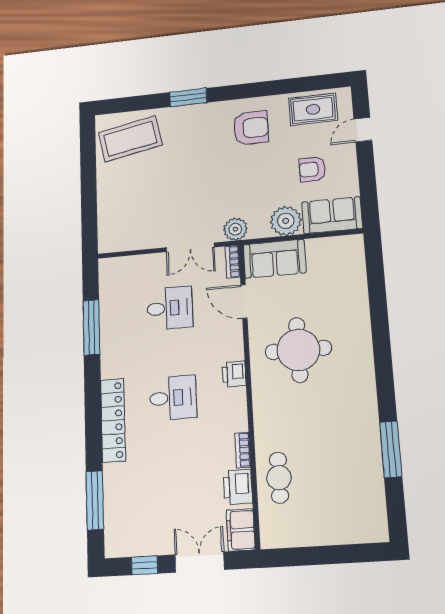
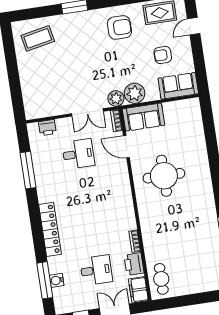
coffee table: (130, 139) -> (38, 38), width x0.73, depth x0.76
plant: (286, 221) -> (135, 93), moved
printer: (234, 374) -> (47, 128), moved, turned -90
desk: (173, 398) -> (96, 270), moved
cafe table: (279, 478) -> (161, 279), moved
water cooler: (113, 502) -> (57, 280), added

